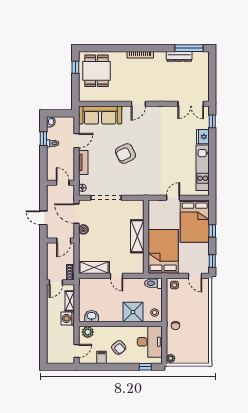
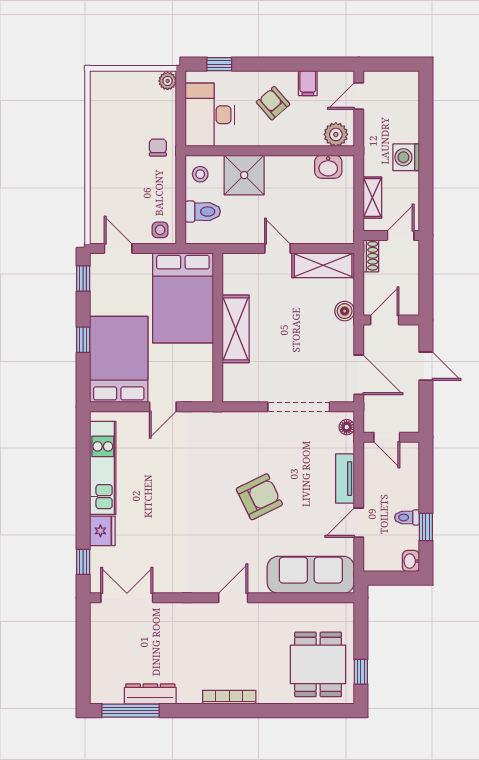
boiler: (83, 229) -> (345, 311), moved
toilet: (153, 283) -> (203, 212), moved
washing machine: (68, 318) -> (406, 157), moved, turned 180

